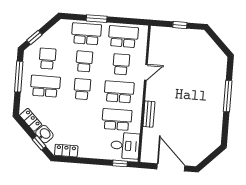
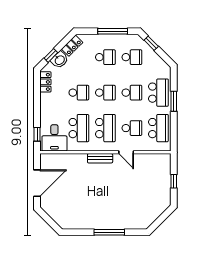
school desk: (45, 86) -> (105, 57), width x0.54
bench: (149, 114) -> (100, 158), moved
school desk: (80, 117) -> (79, 93), added

